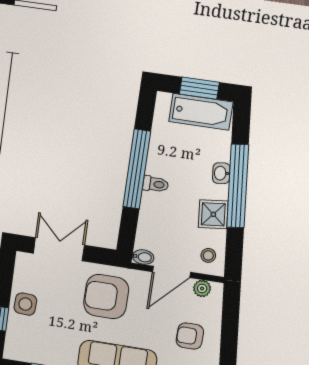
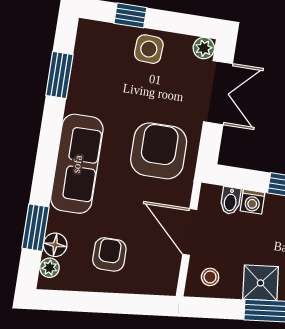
washing machine: (147, 221) -> (252, 202), added
bidet: (143, 257) -> (230, 201), moved
plant: (202, 288) -> (204, 48), moved

